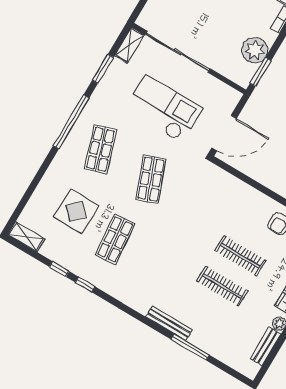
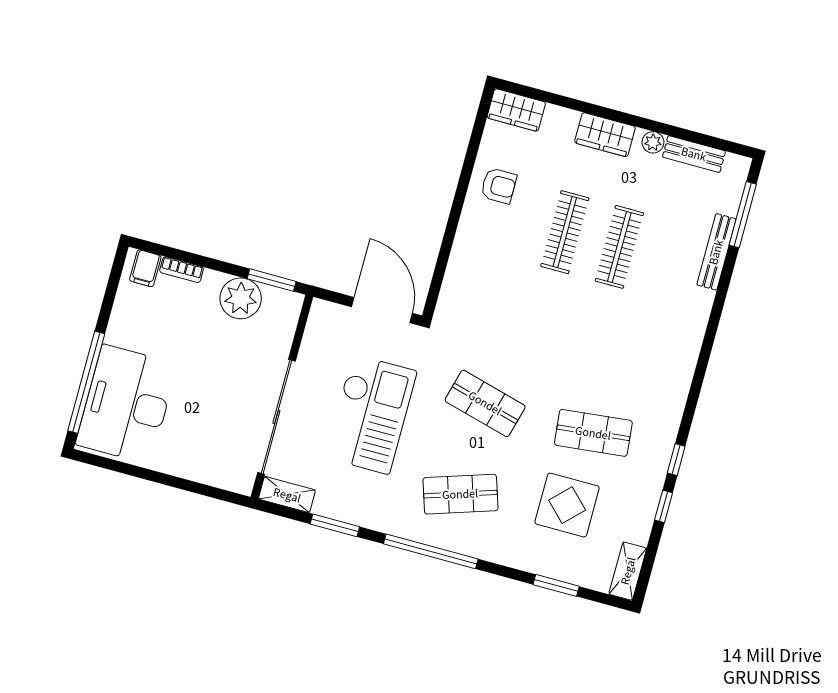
checkout: (164, 109) -> (371, 414), turned 180
shop shelf: (151, 179) -> (485, 403), turned 36
window: (30, 191) -> (556, 585), added
bench: (169, 323) -> (716, 252), moved
window: (190, 347) -> (743, 215), moved

